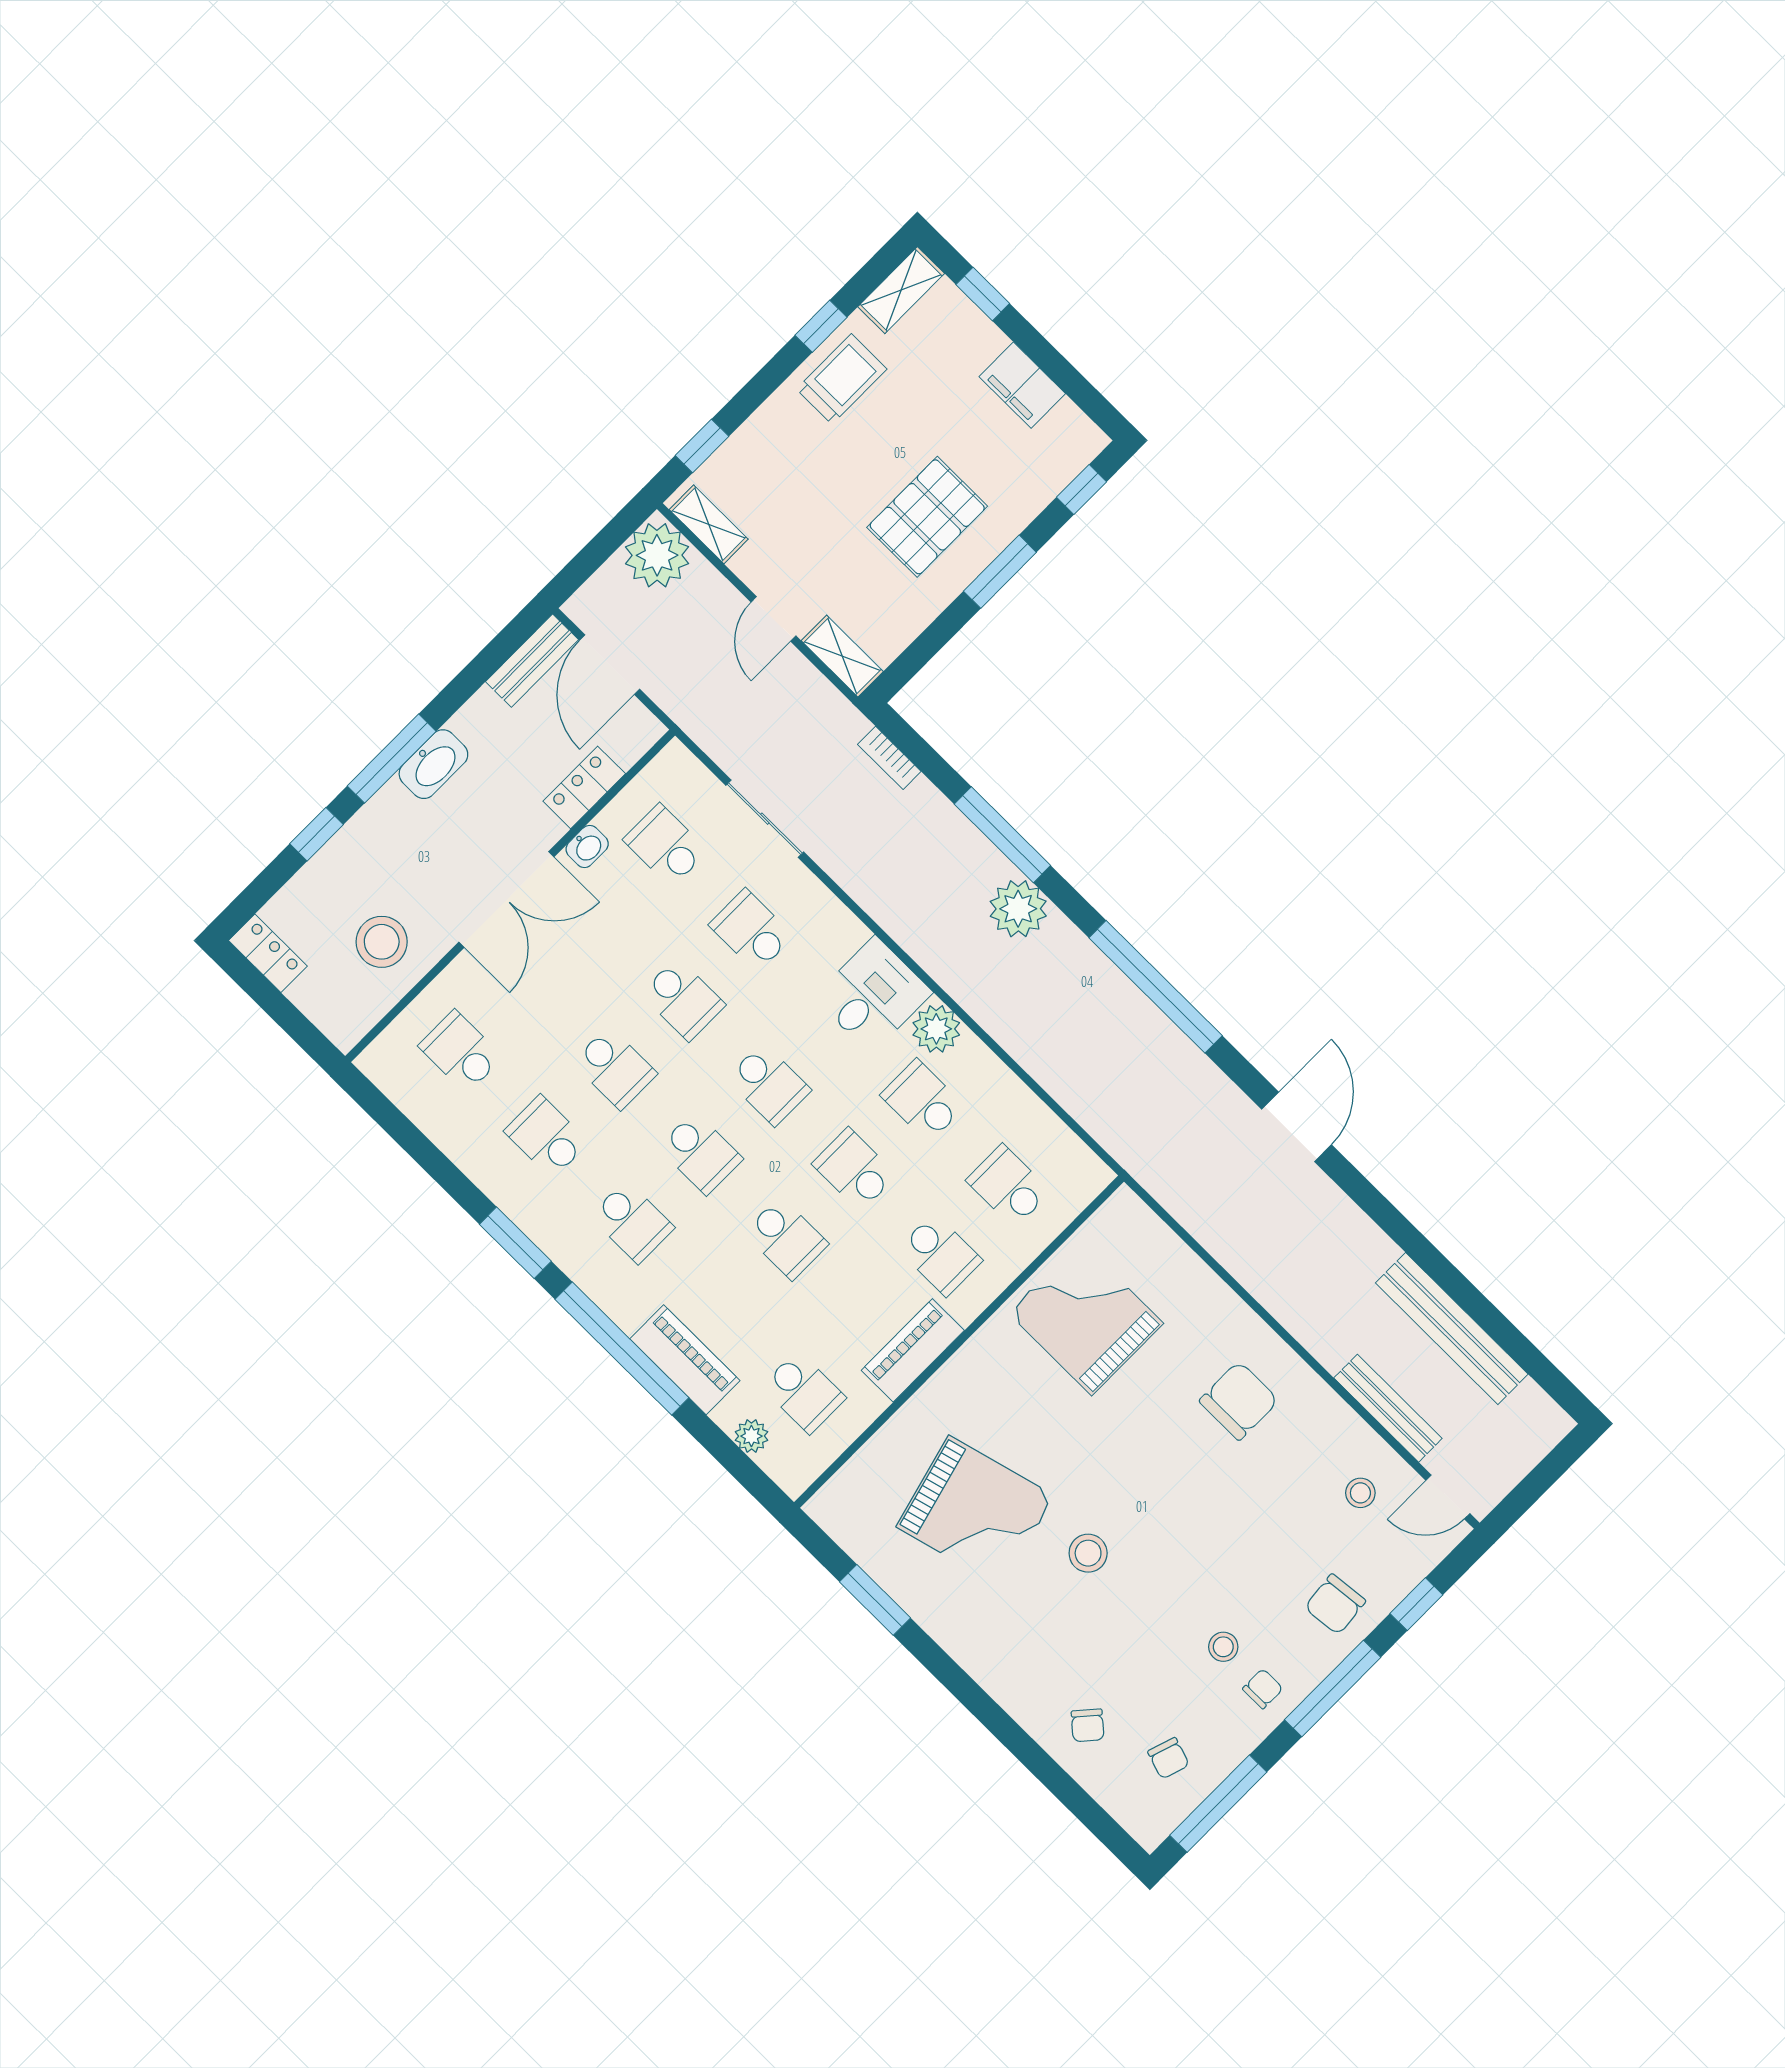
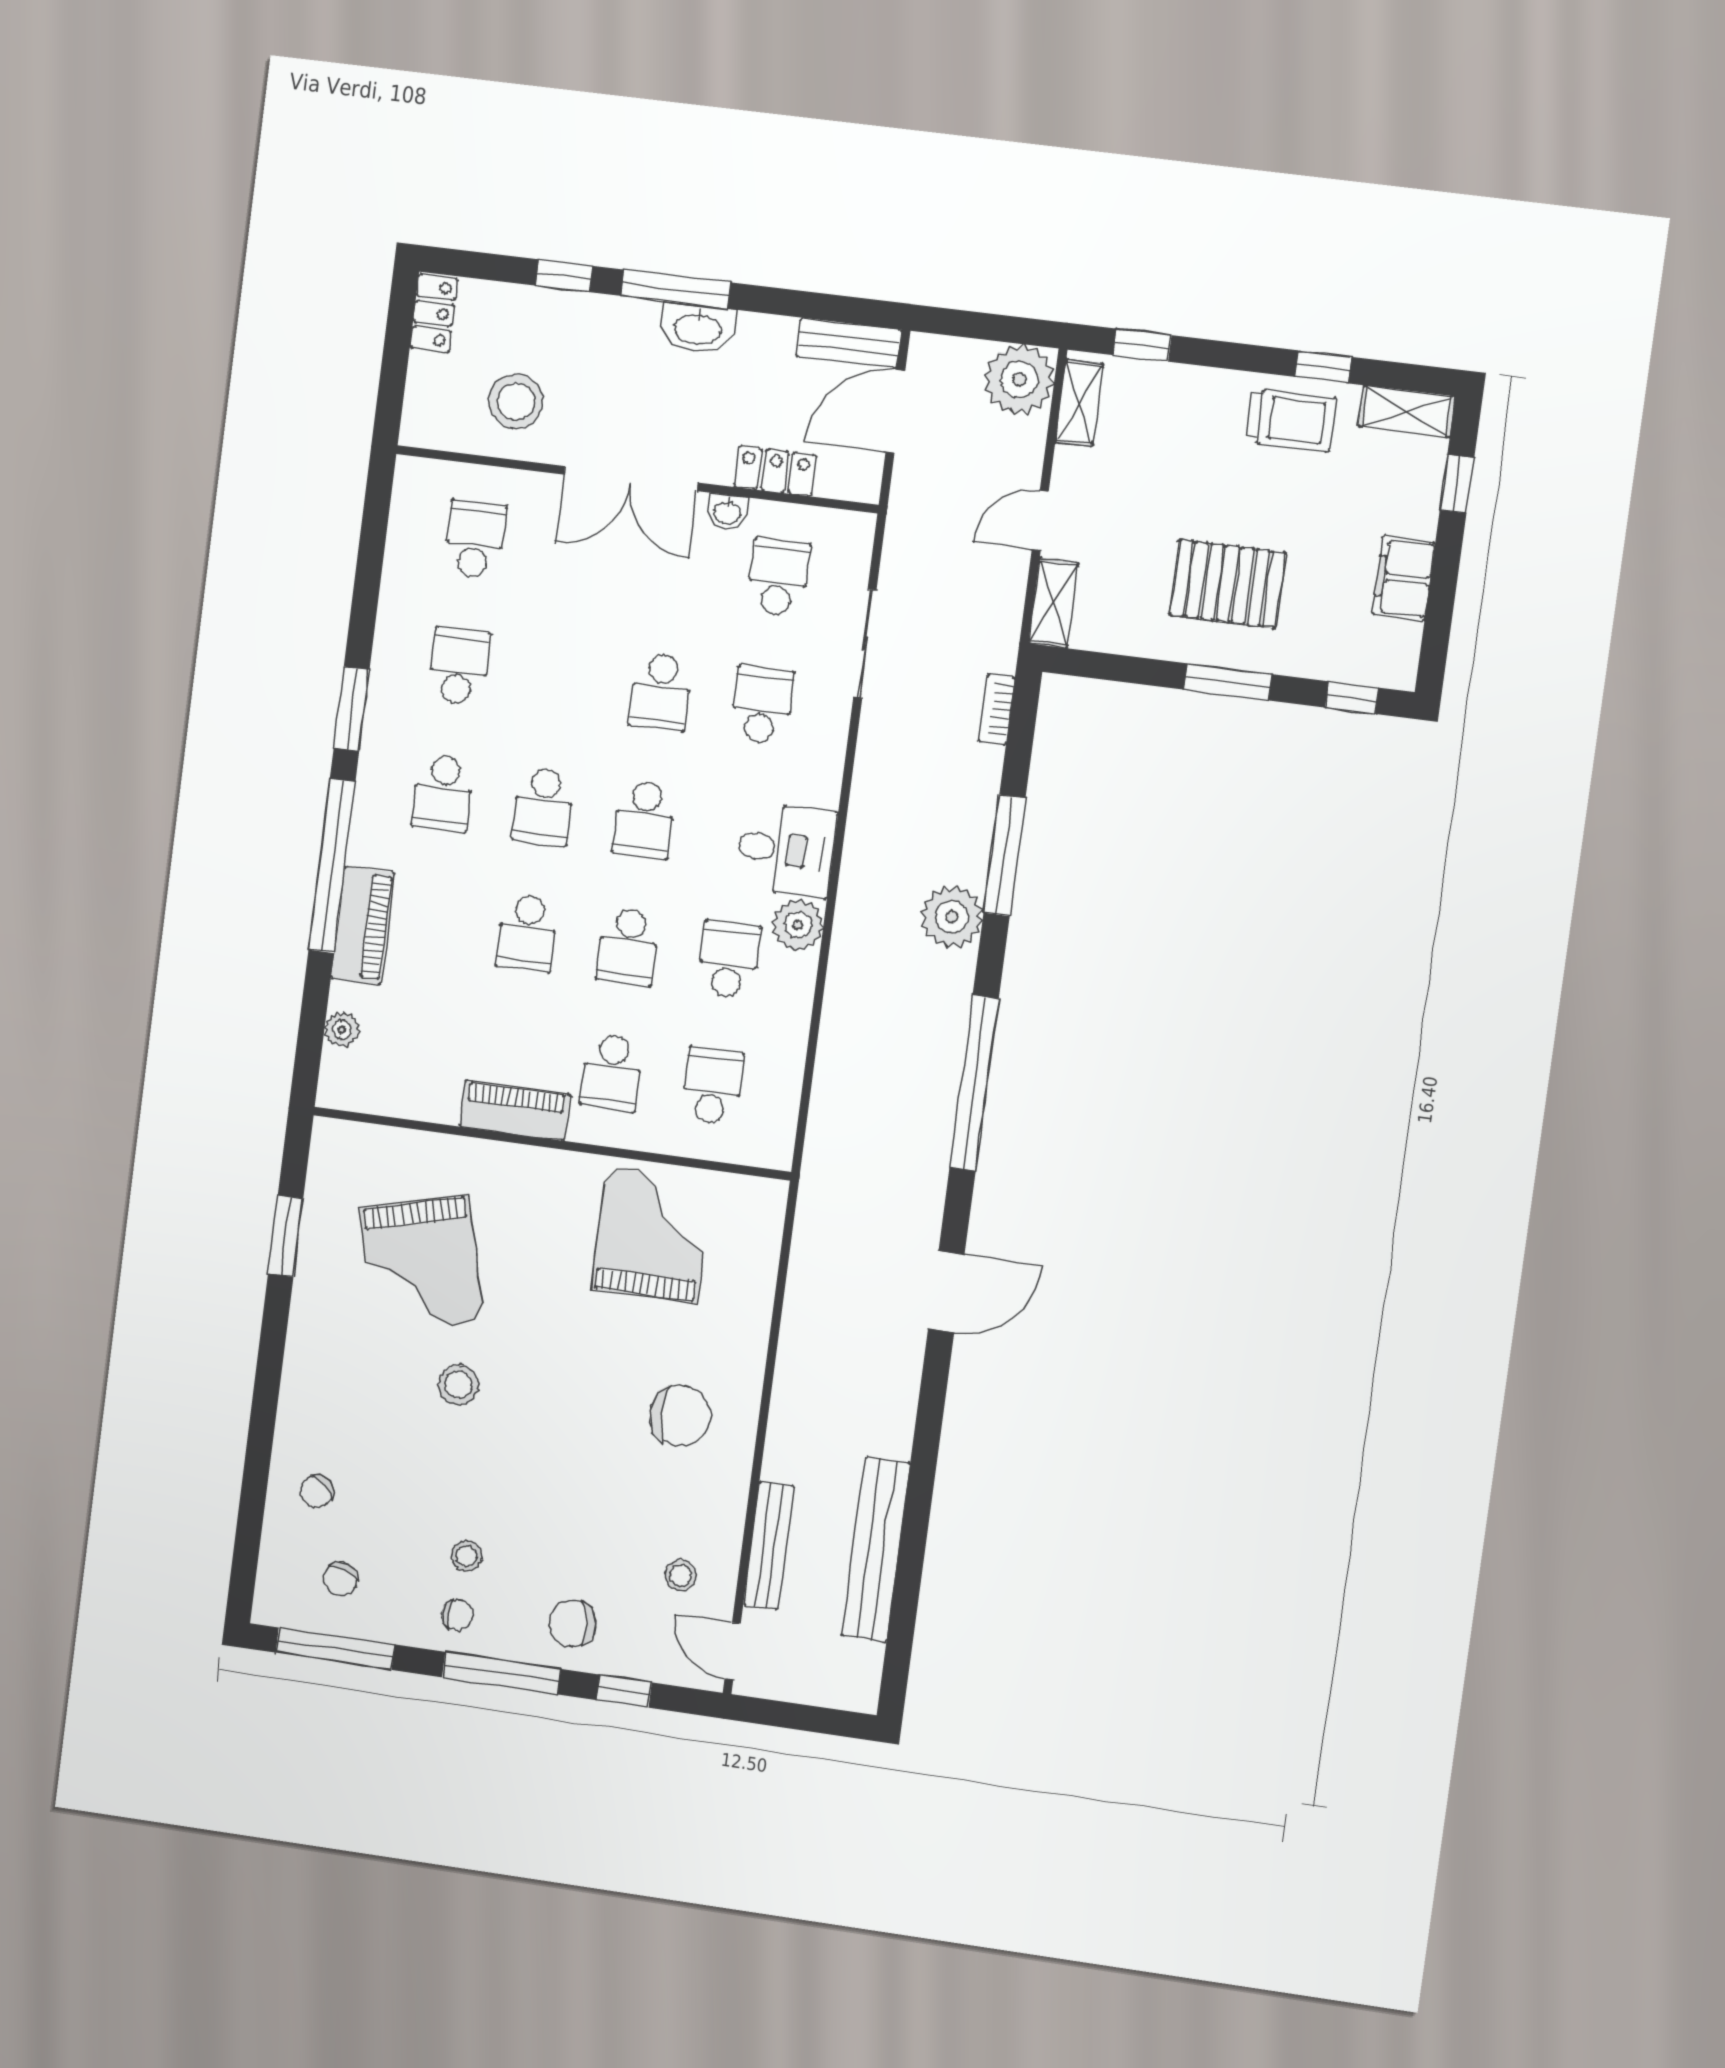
school desk: (615, 1068) -> (559, 679), removed
school desk: (854, 1170) -> (628, 946), turned 180
school desk: (804, 1392) -> (411, 1045), removed

